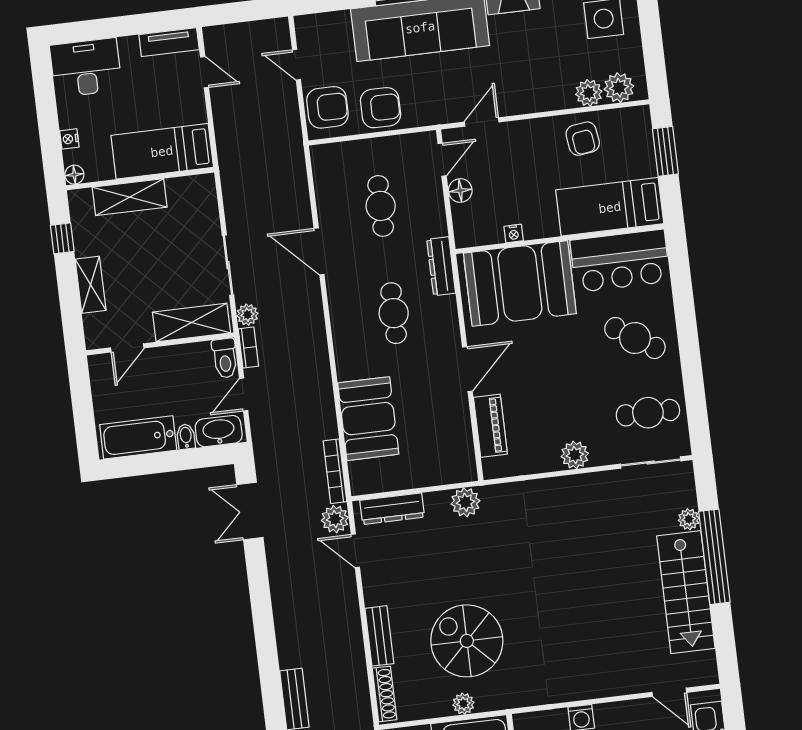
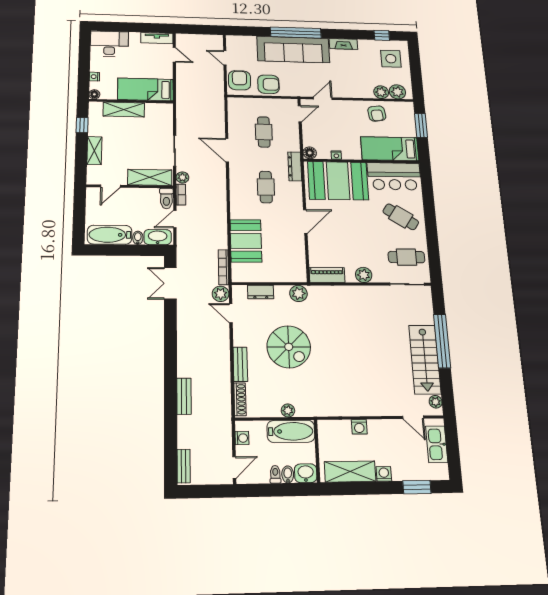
armchair: (327, 107) -> (239, 80), turned -90
floor lamp: (460, 191) -> (310, 153), moved
piano: (490, 426) -> (327, 275), moved, turned -90
dresser: (392, 509) -> (261, 292), width x0.70
plant: (689, 519) -> (436, 402), moved
spiral stairs: (467, 641) -> (289, 347), moved, turned 180

